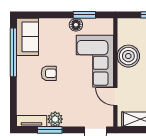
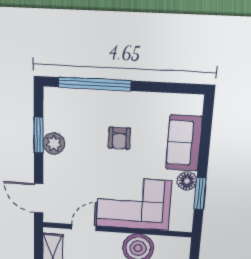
sofa: (27, 37) -> (184, 143), moved, turned 90
window: (13, 52) -> (94, 84), moved
tv unit: (32, 121) -> (51, 109), removed

